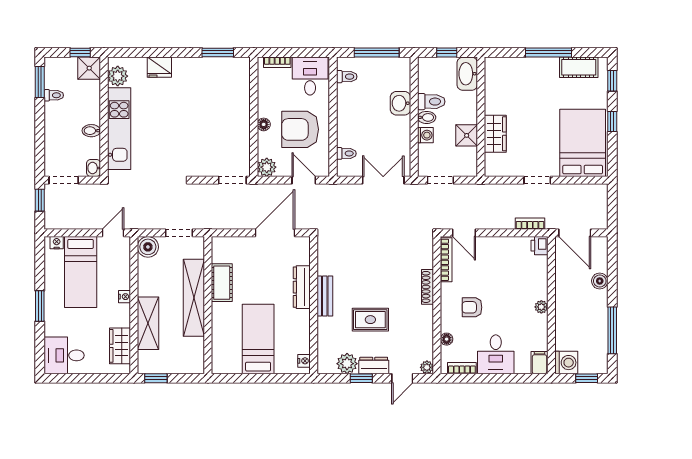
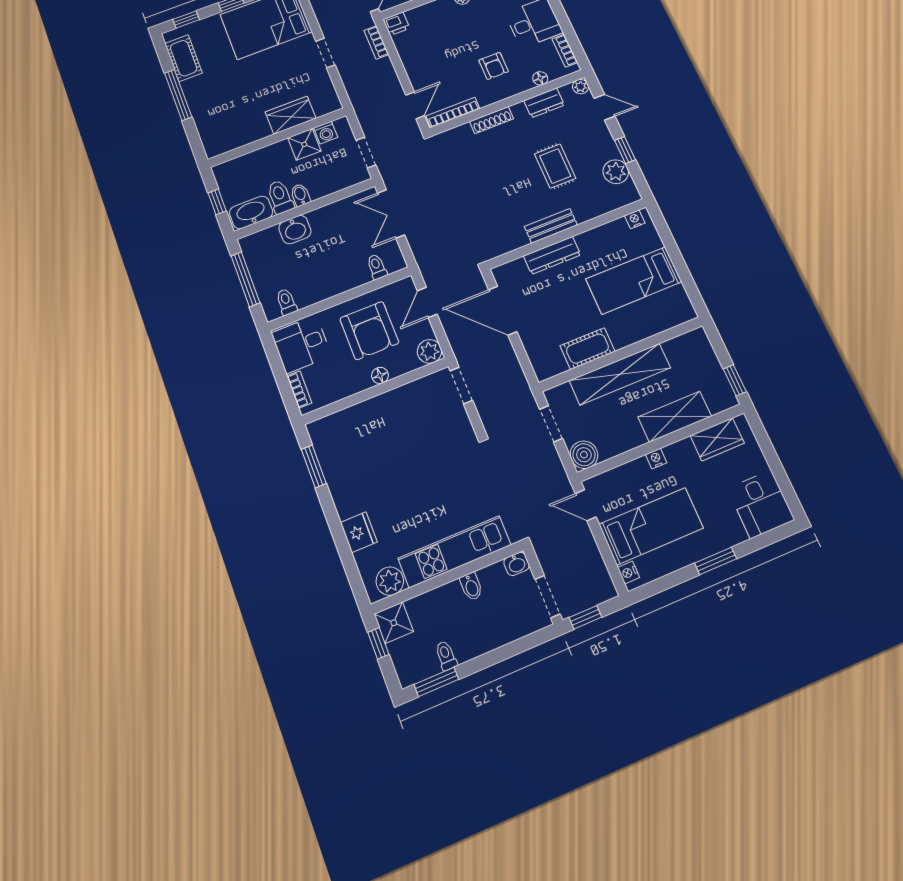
washbasin: (467, 74) -> (251, 212), moved, turned 180
washing machine: (425, 135) -> (326, 133), moved, turned 180
dresser: (374, 365) -> (544, 103), moved, turned -90

